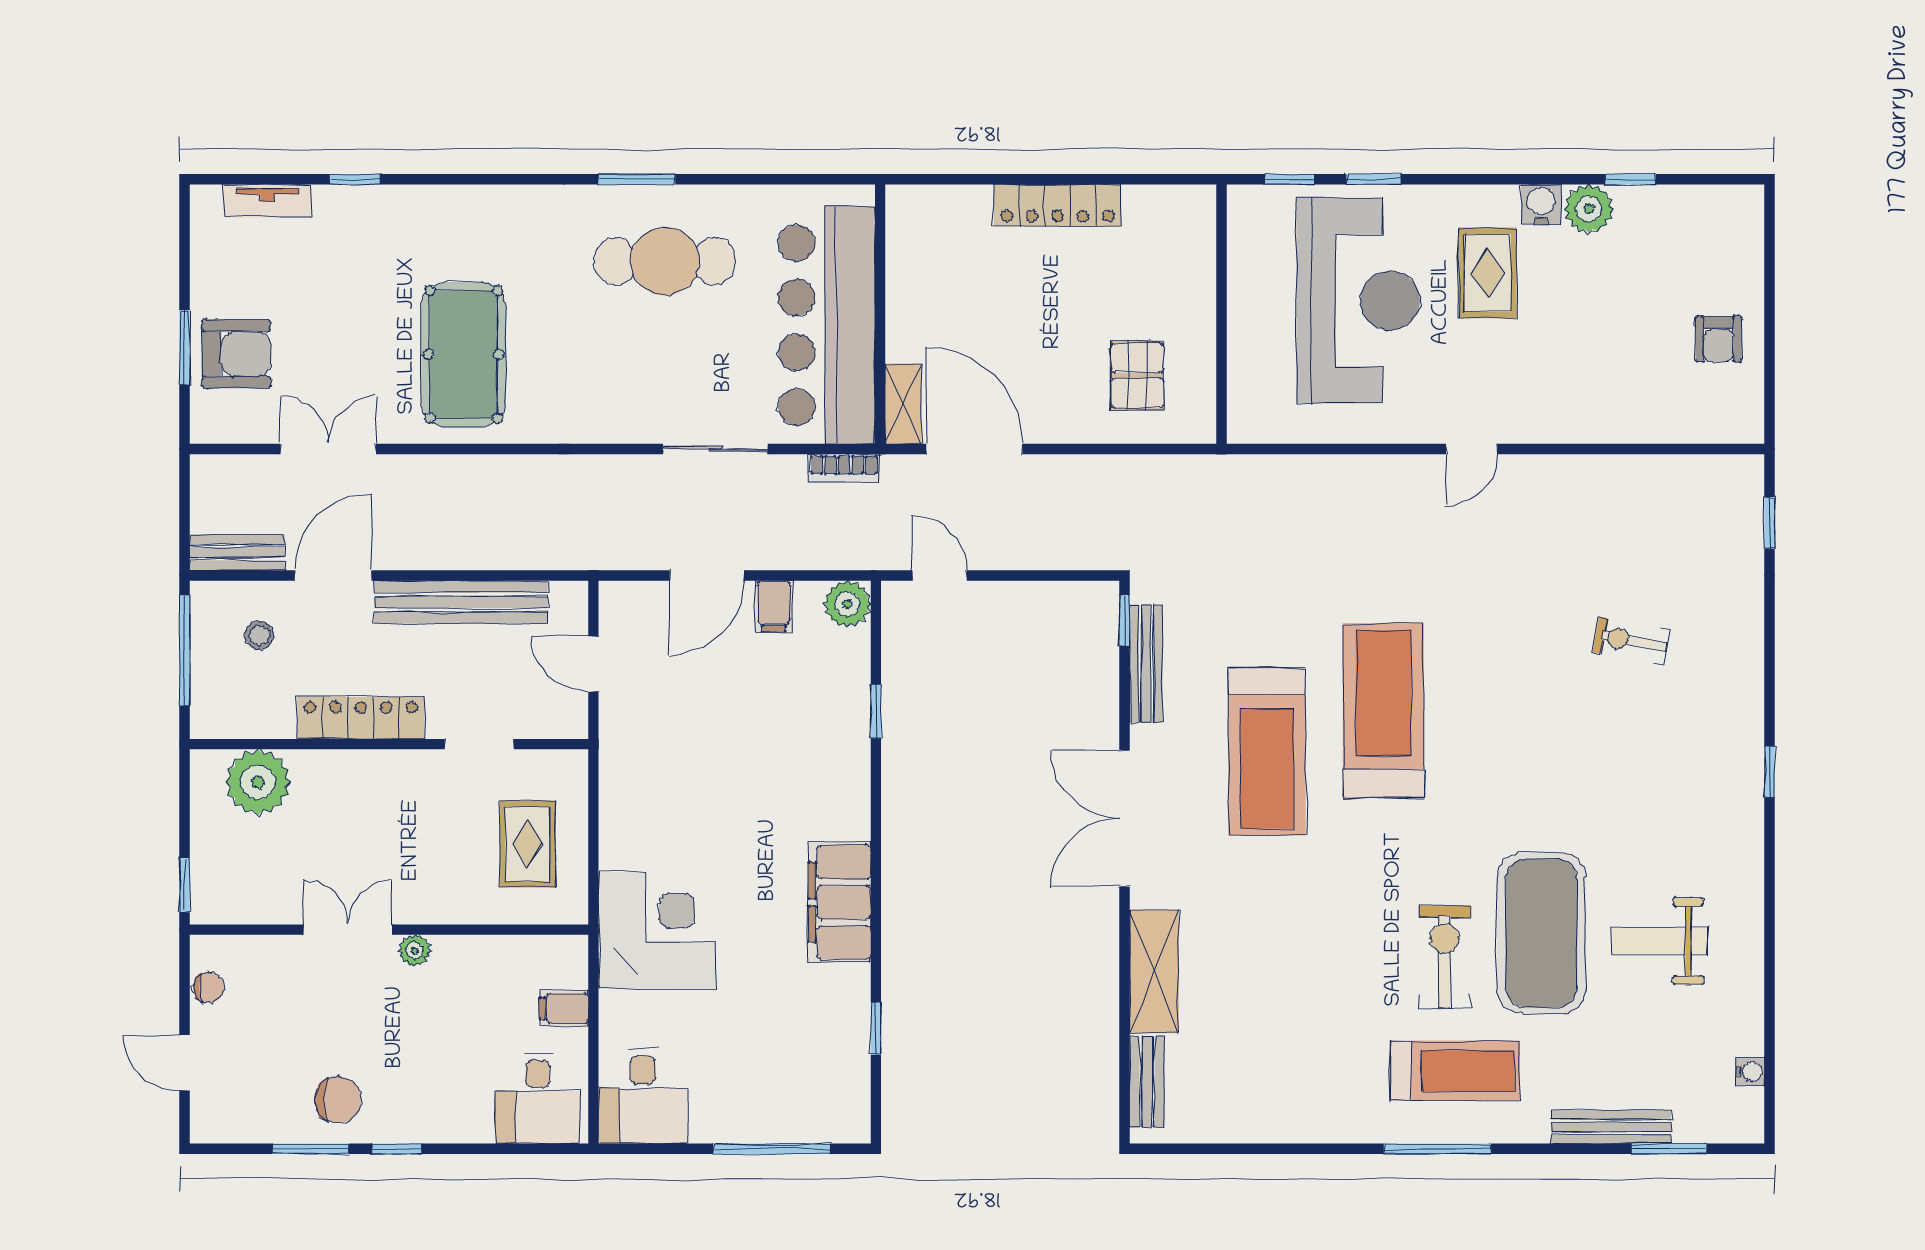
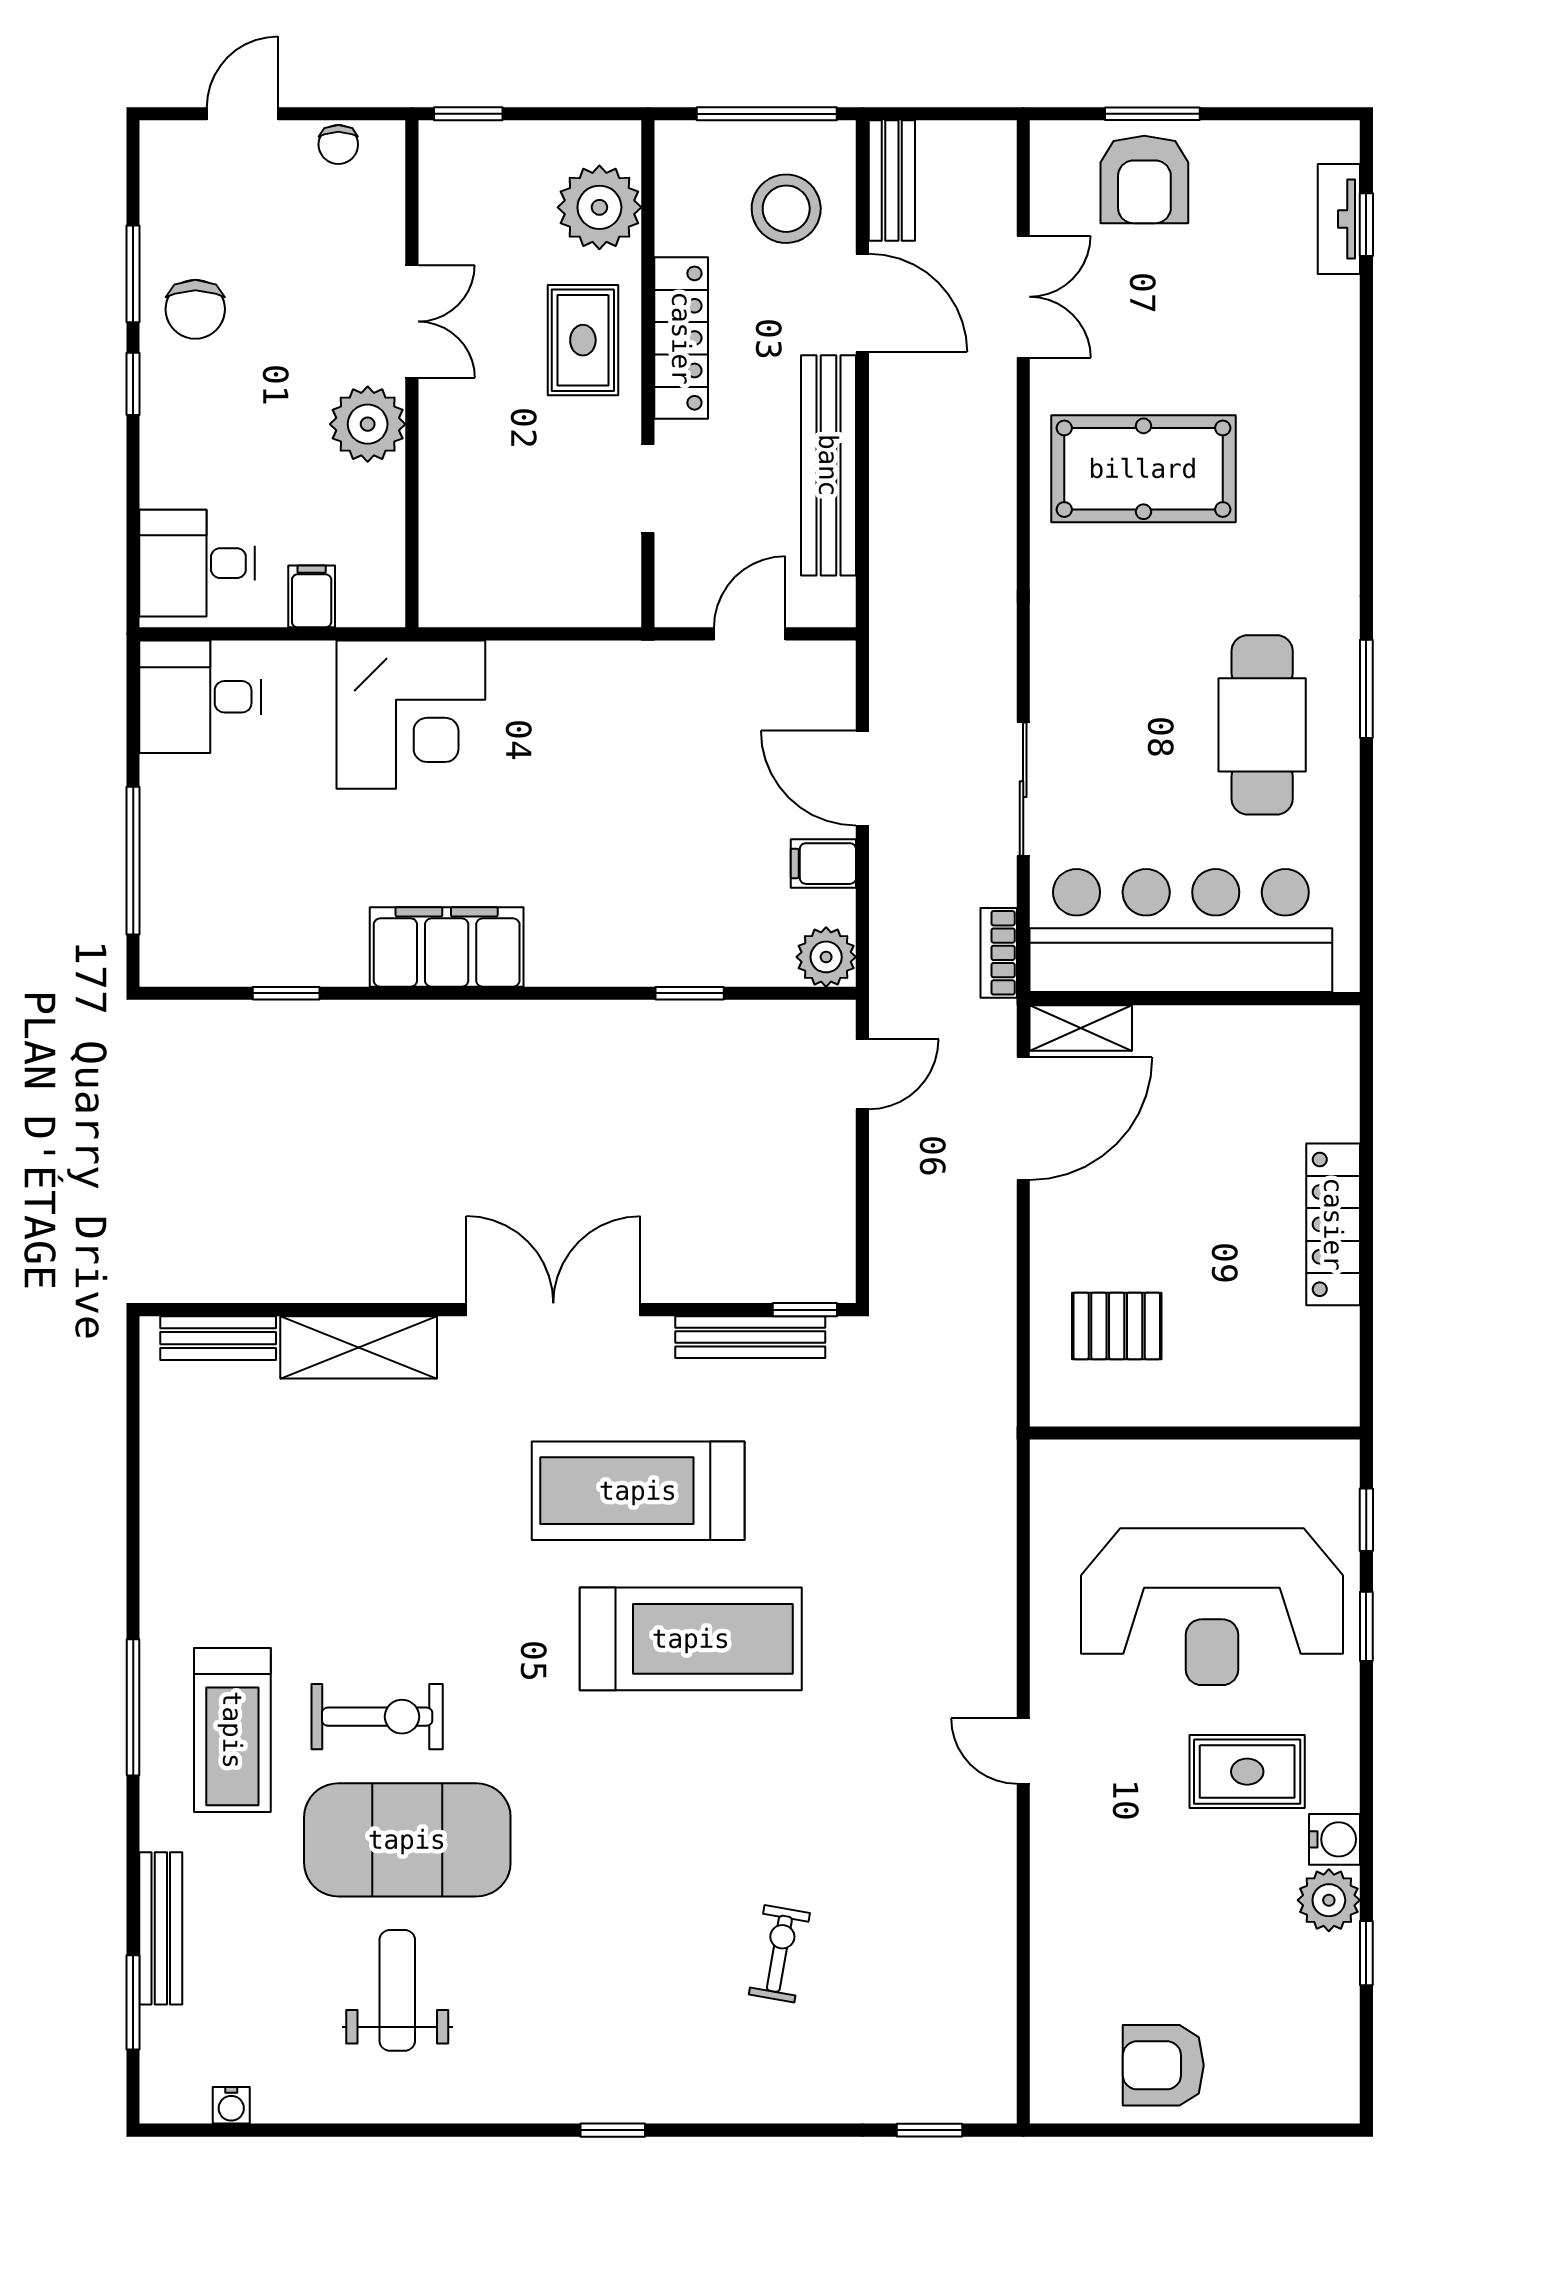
window: (355, 179) -> (1366, 225), moved
armchair: (1719, 339) -> (1163, 2065), width x1.38, depth x1.38
stool: (259, 635) -> (786, 209), width x1.89, depth x1.89
rug: (527, 844) -> (583, 340), moved, turned 90
plant: (415, 950) -> (368, 424), width x1.88, depth x1.88

